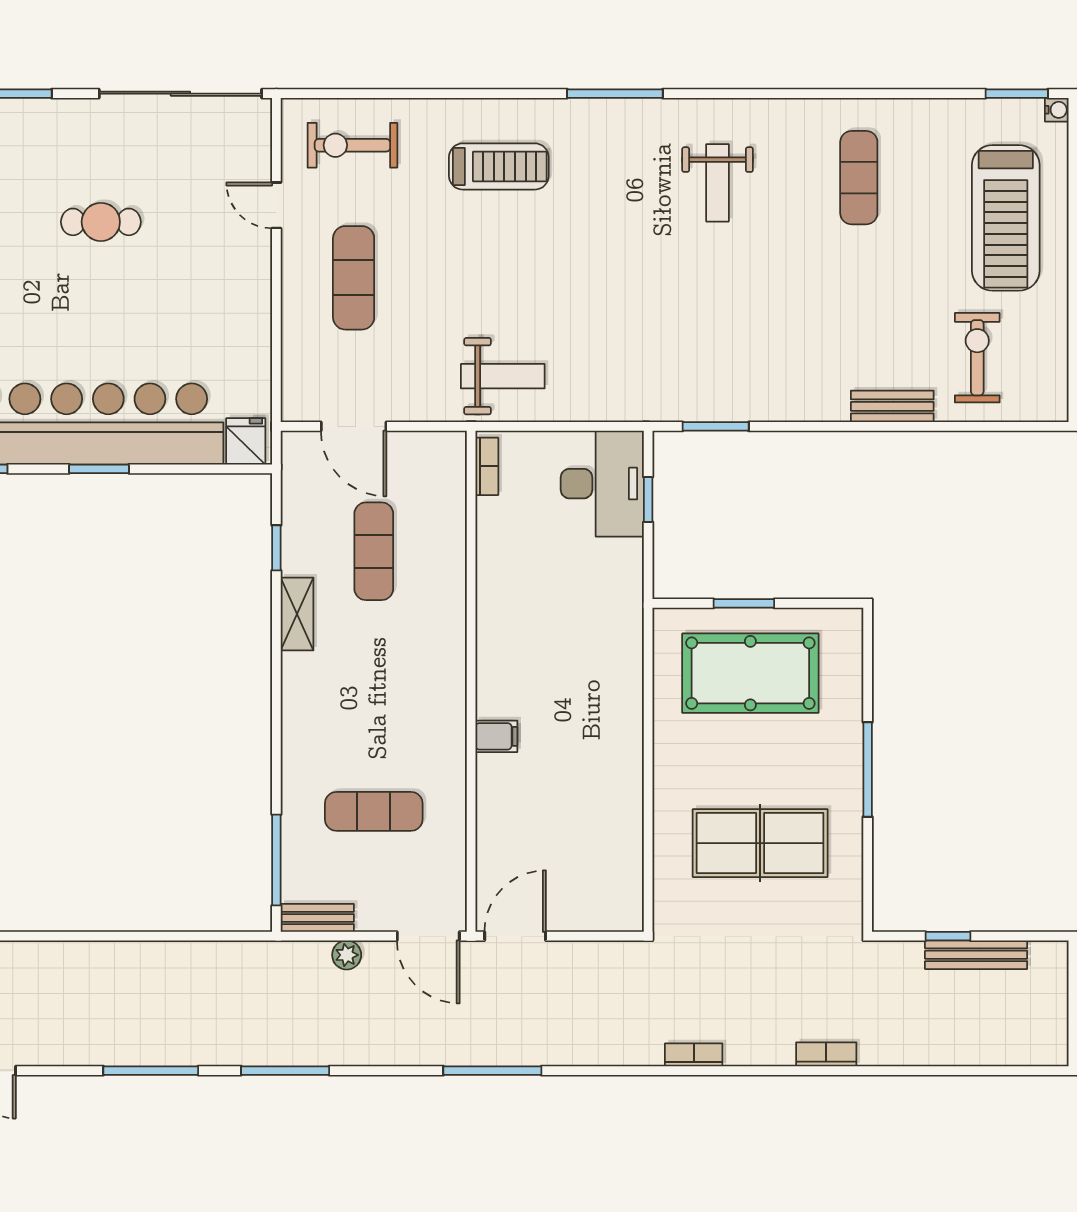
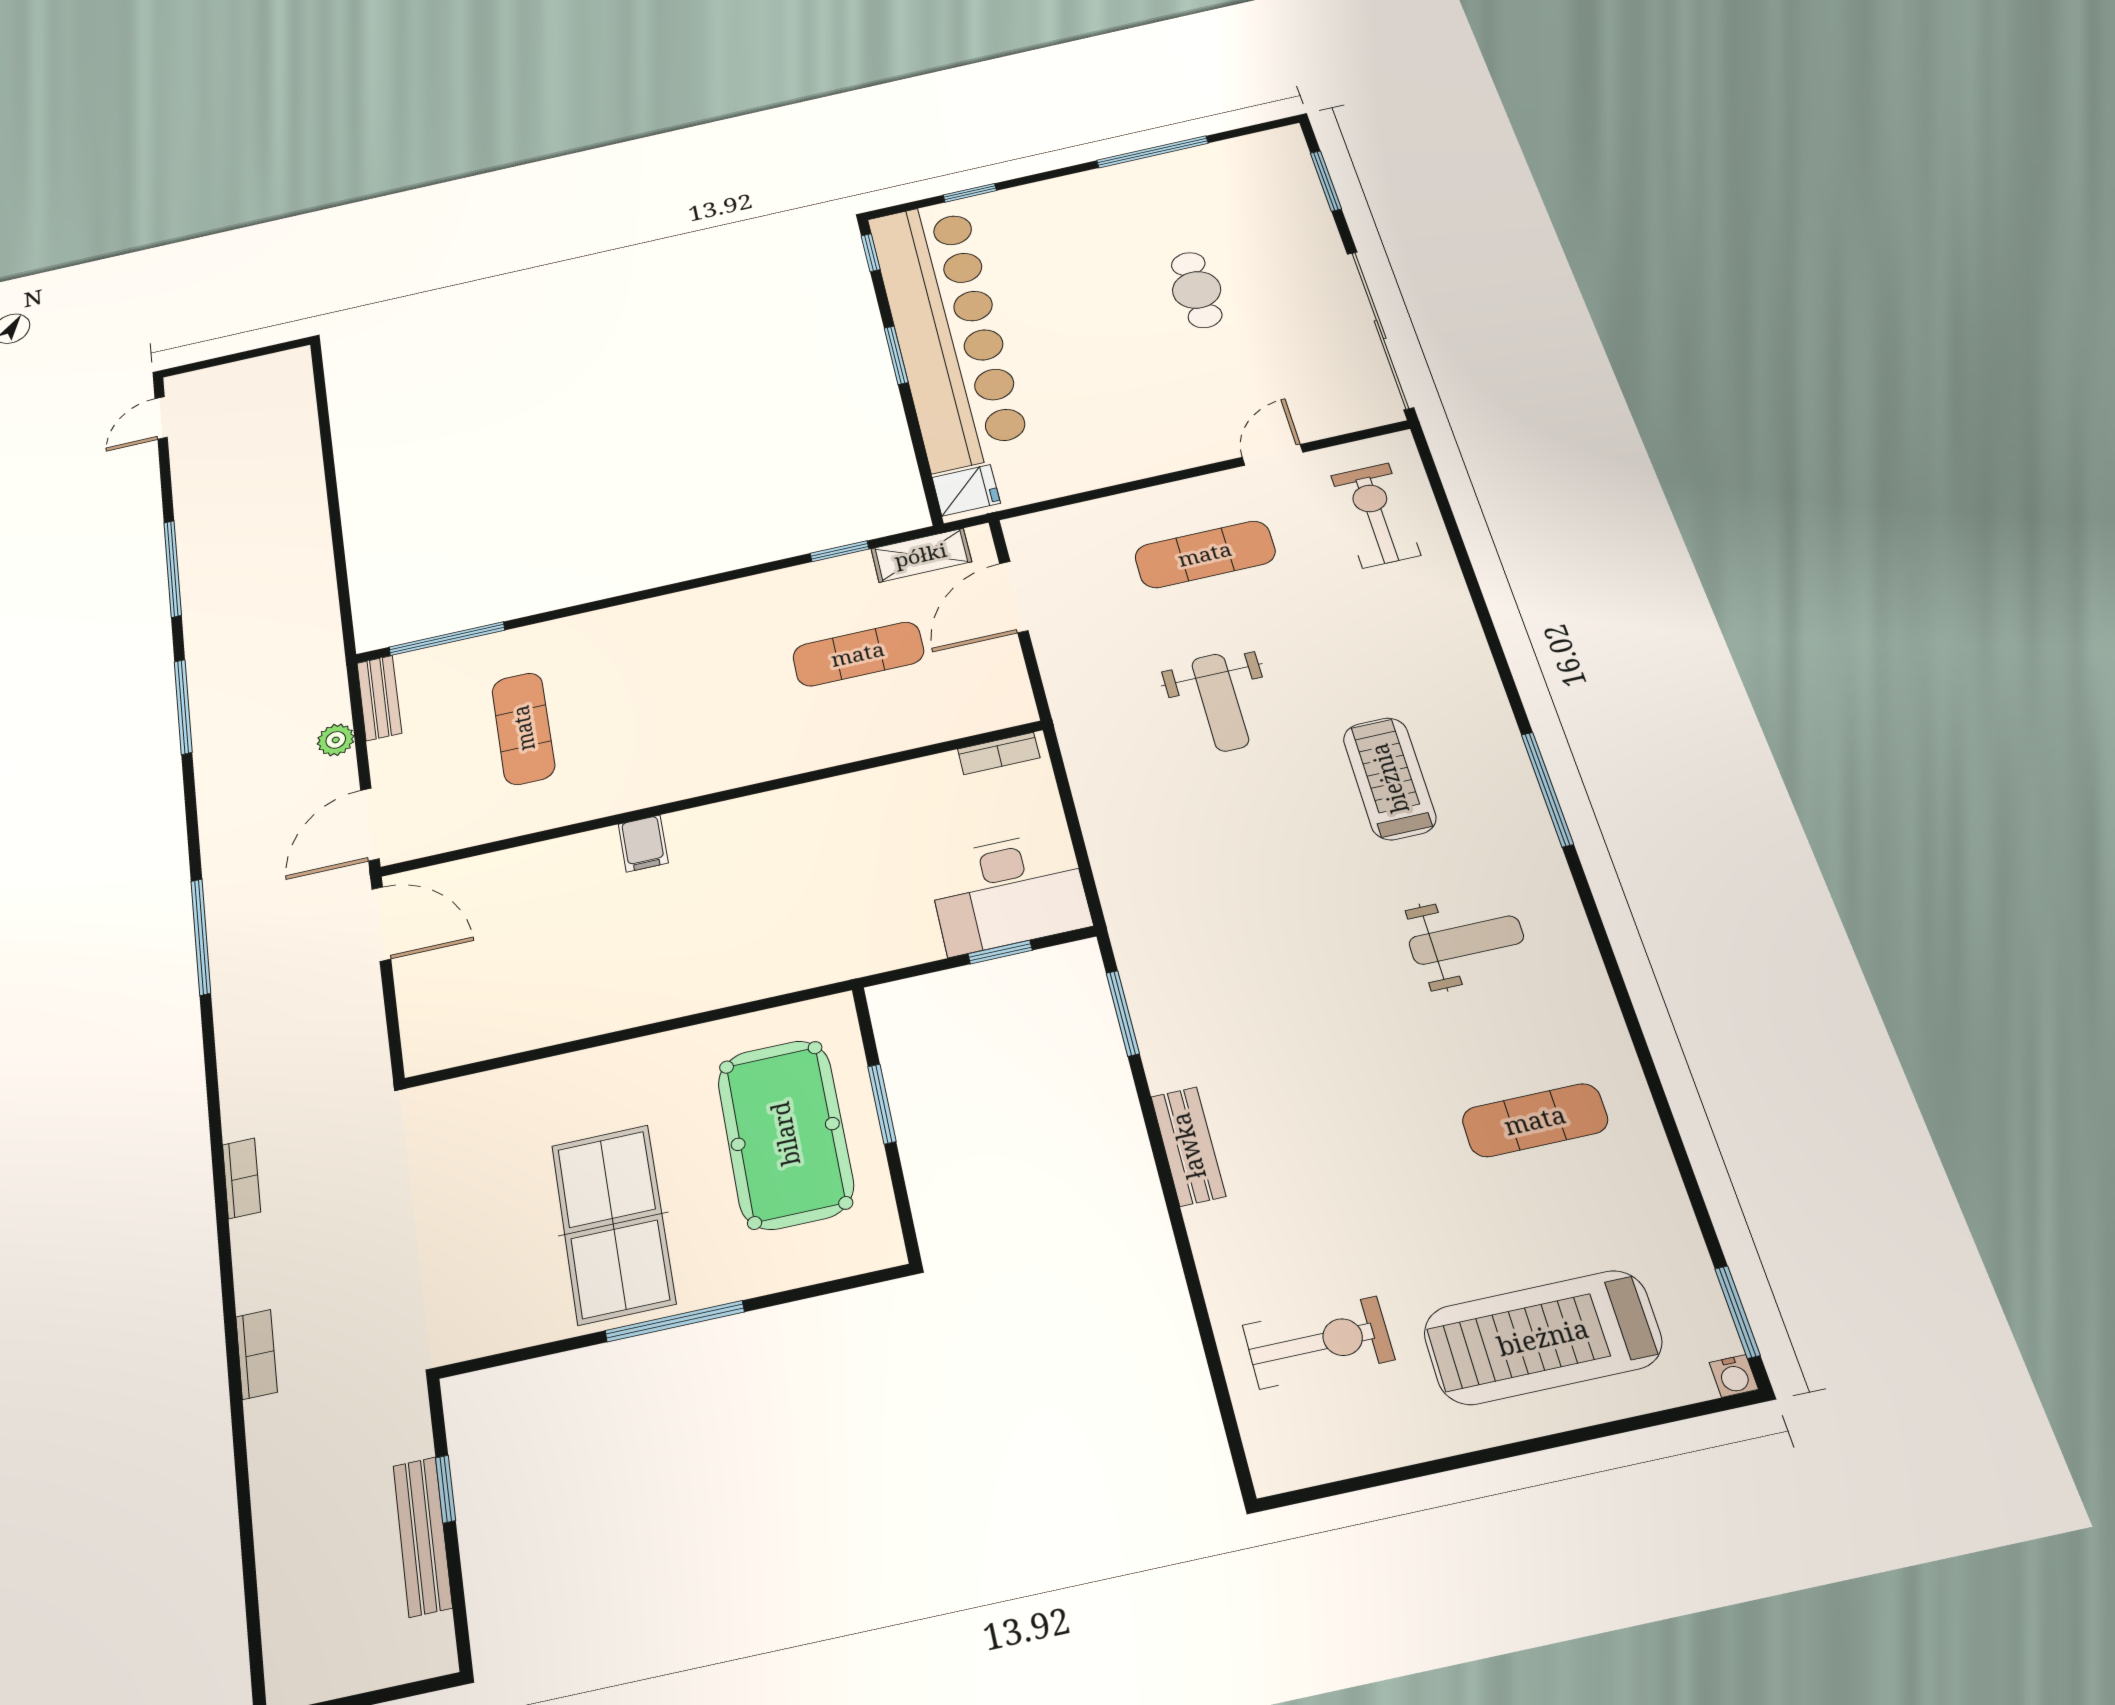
treadmill: (499, 166) -> (1389, 778), moved, turned 180
weight bench: (718, 183) -> (1466, 940), turned 180
weight bench: (503, 376) -> (1220, 702), moved
bench: (892, 406) -> (1188, 1146), moved
shelving: (297, 614) -> (921, 555), moved
table tennis table: (760, 843) -> (613, 1224), moved

